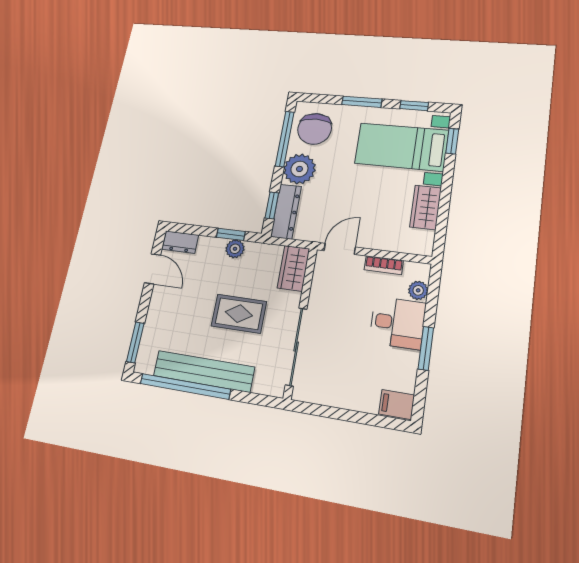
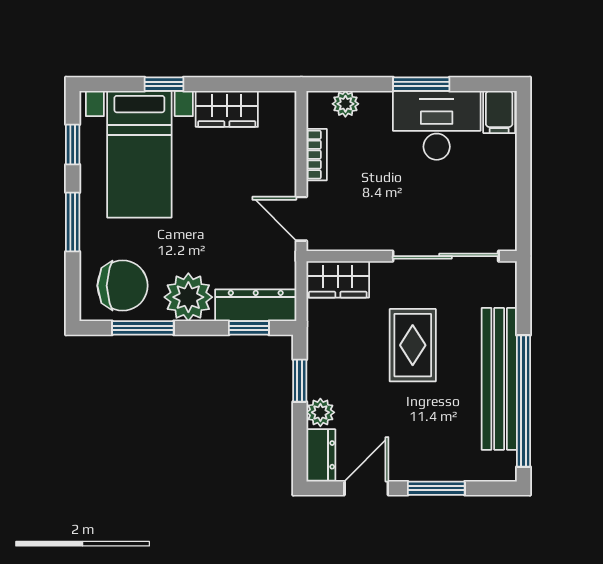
window: (285, 139) -> (143, 328), width x0.69
window: (452, 141) -> (164, 84), moved
plant: (235, 249) -> (320, 412), moved
desk: (397, 323) -> (437, 125), moved, width x1.37
window: (135, 342) -> (436, 488), moved

